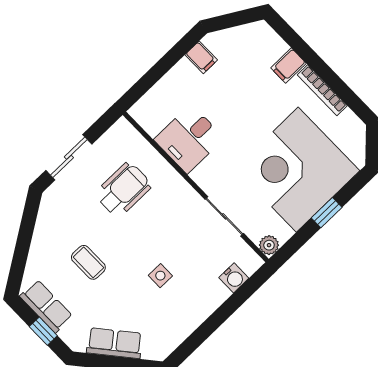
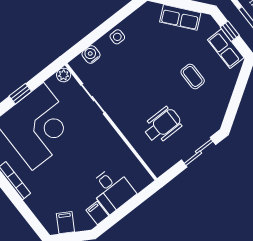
filing cabinet: (288, 66) -> (65, 223), moved, turned -60
desk: (189, 139) -> (112, 190), moved, turned 90
wheelchair: (123, 190) -> (162, 125), turned 180
side table: (160, 276) -> (117, 37), moved

